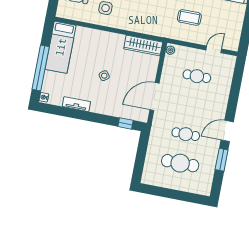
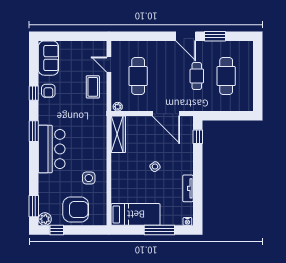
coffee table: (189, 17) -> (93, 87), moved
window: (41, 68) -> (159, 230), width x0.68
cafe table: (197, 76) -> (138, 76), width x1.37, depth x1.35

